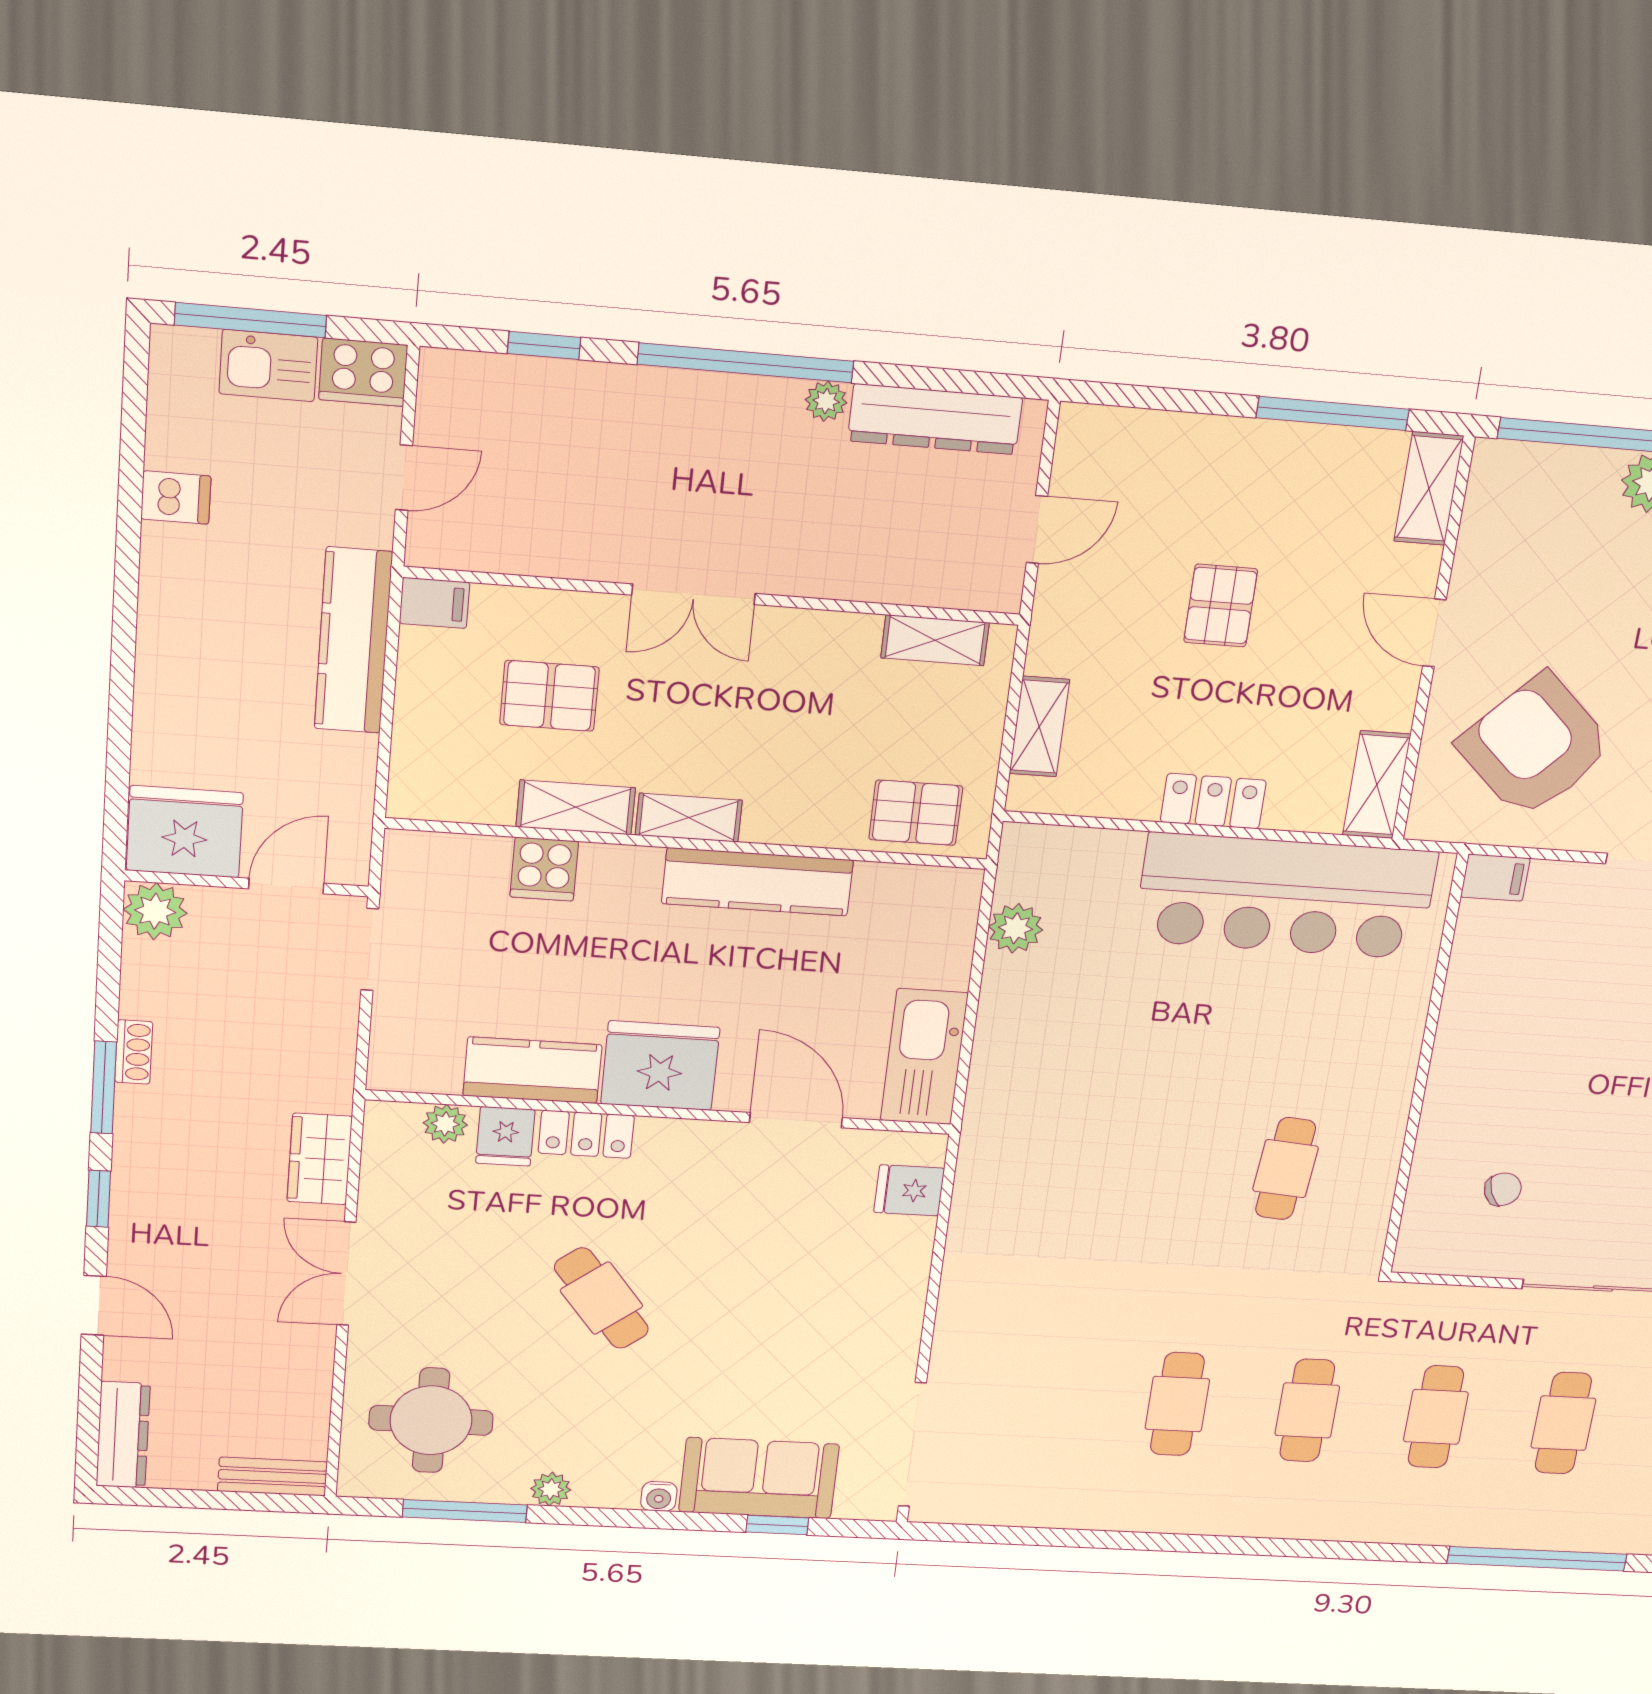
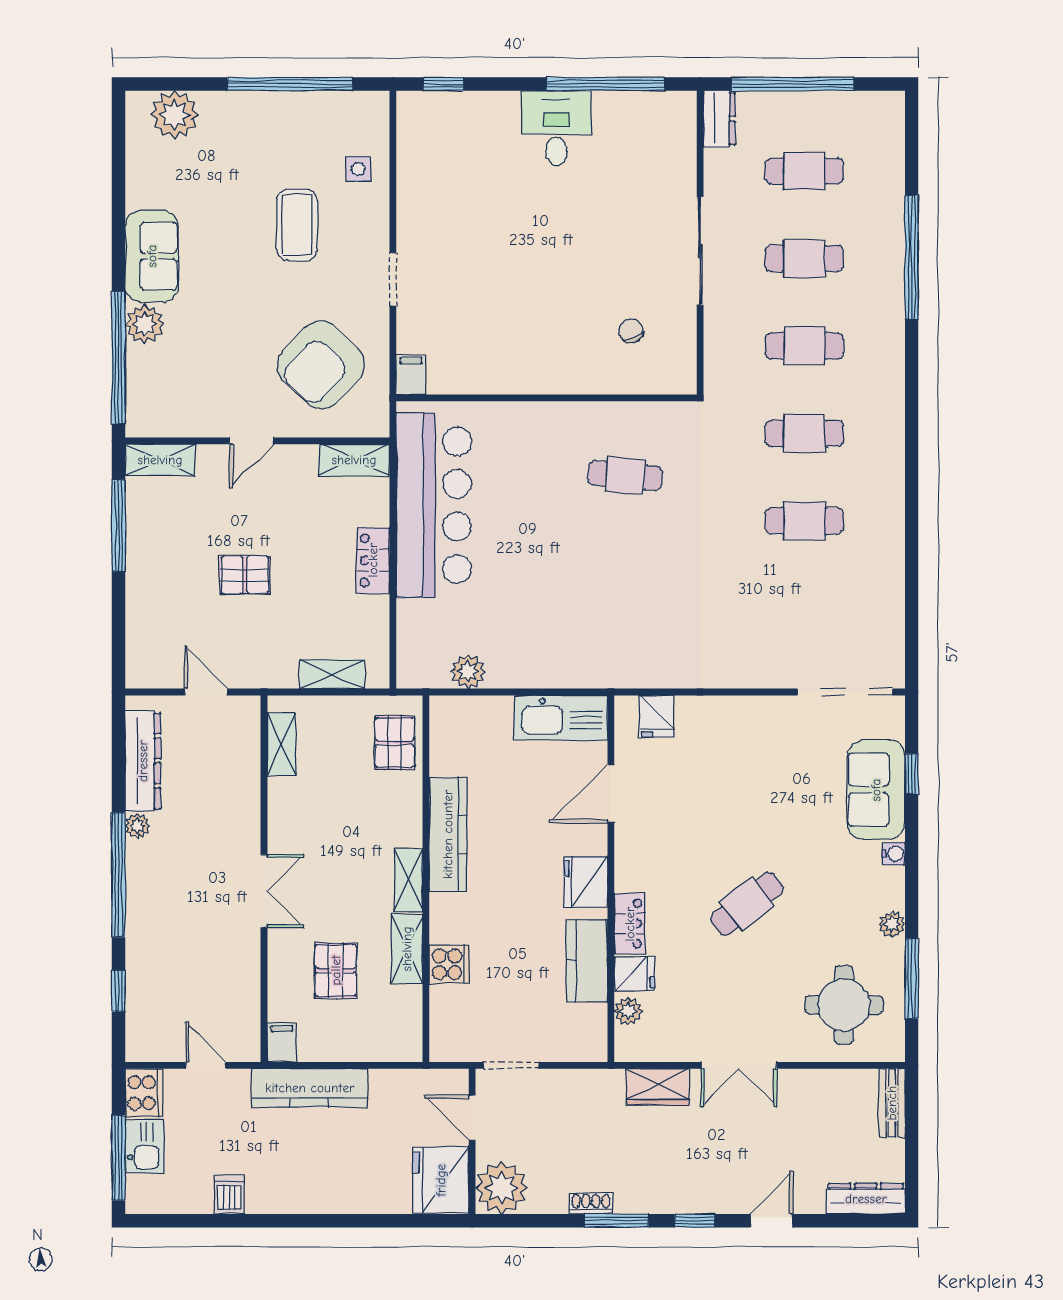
plant: (155, 911) -> (502, 1188), width x1.36, depth x1.36
fridge: (660, 1066) -> (586, 882), width x0.73, depth x0.75

